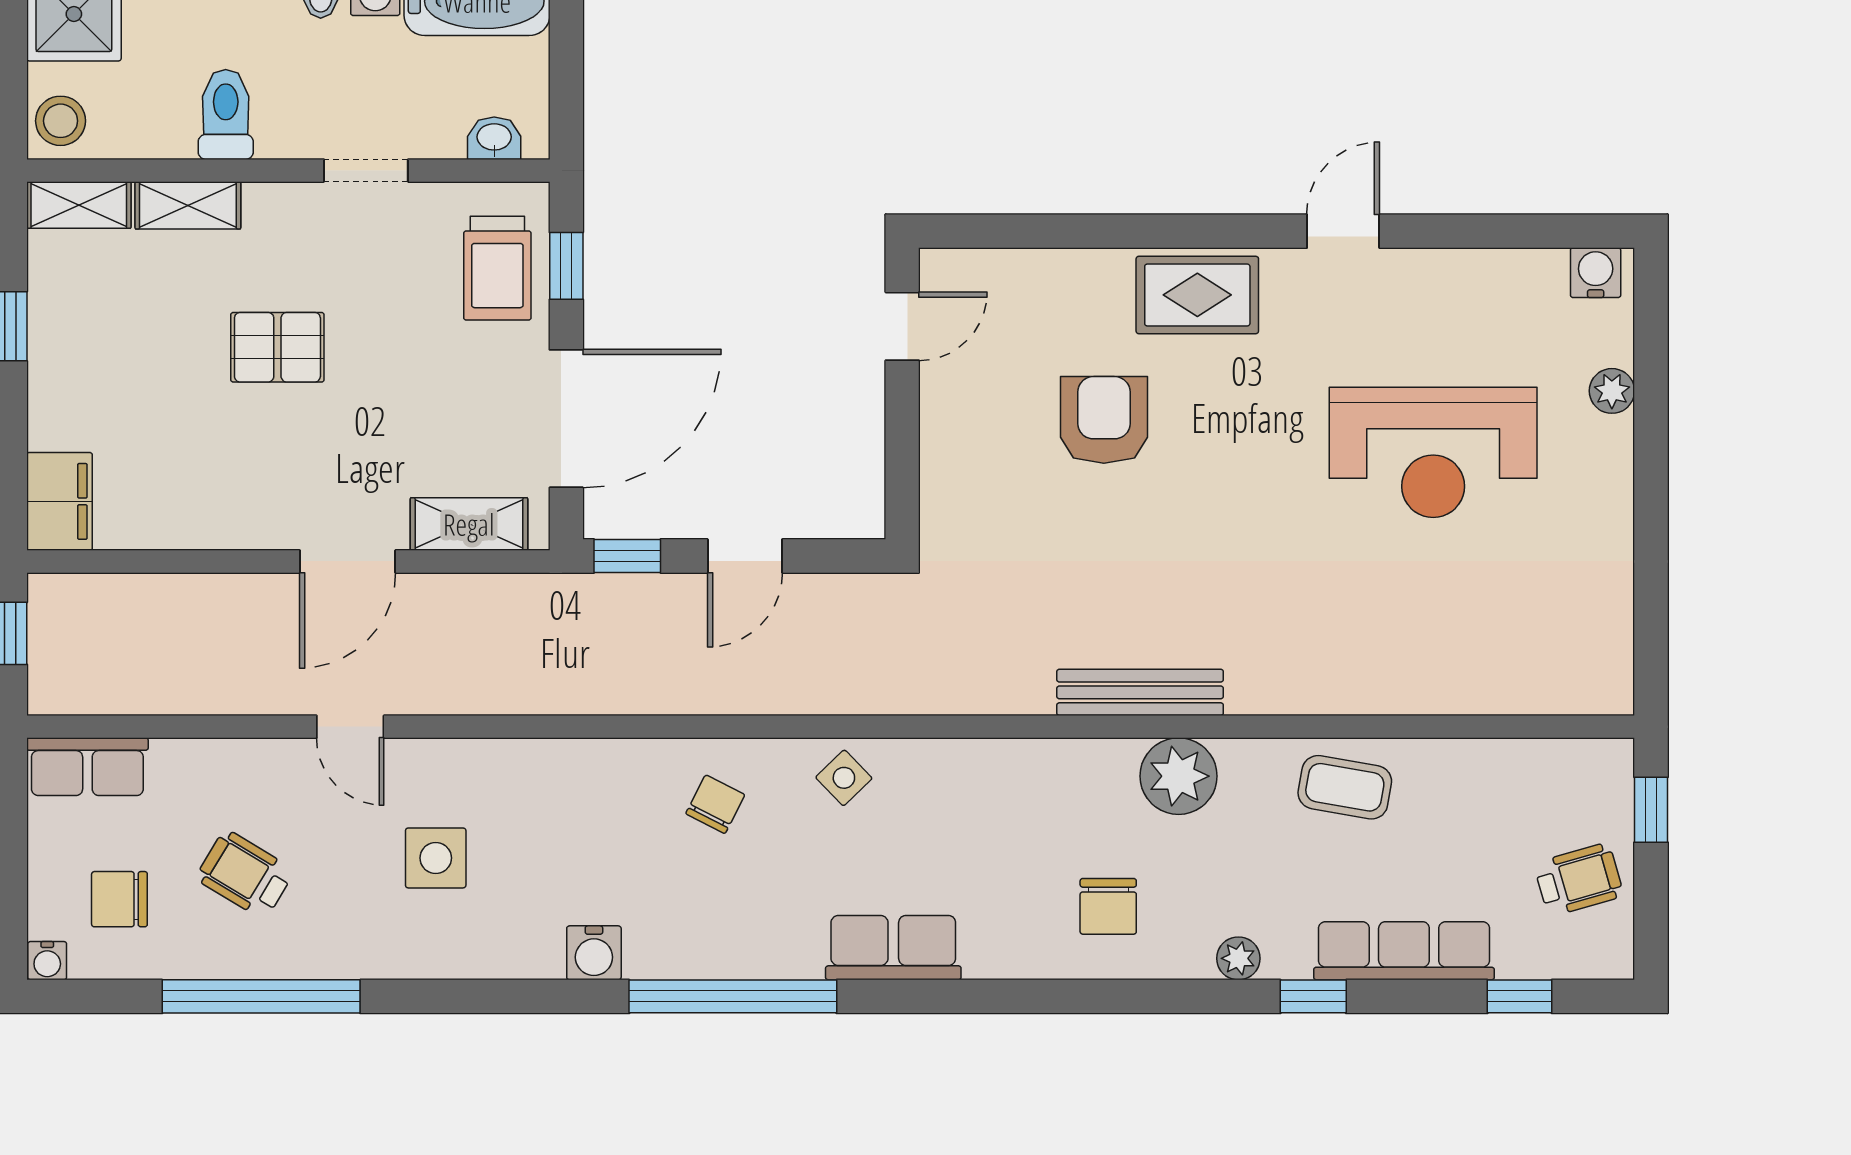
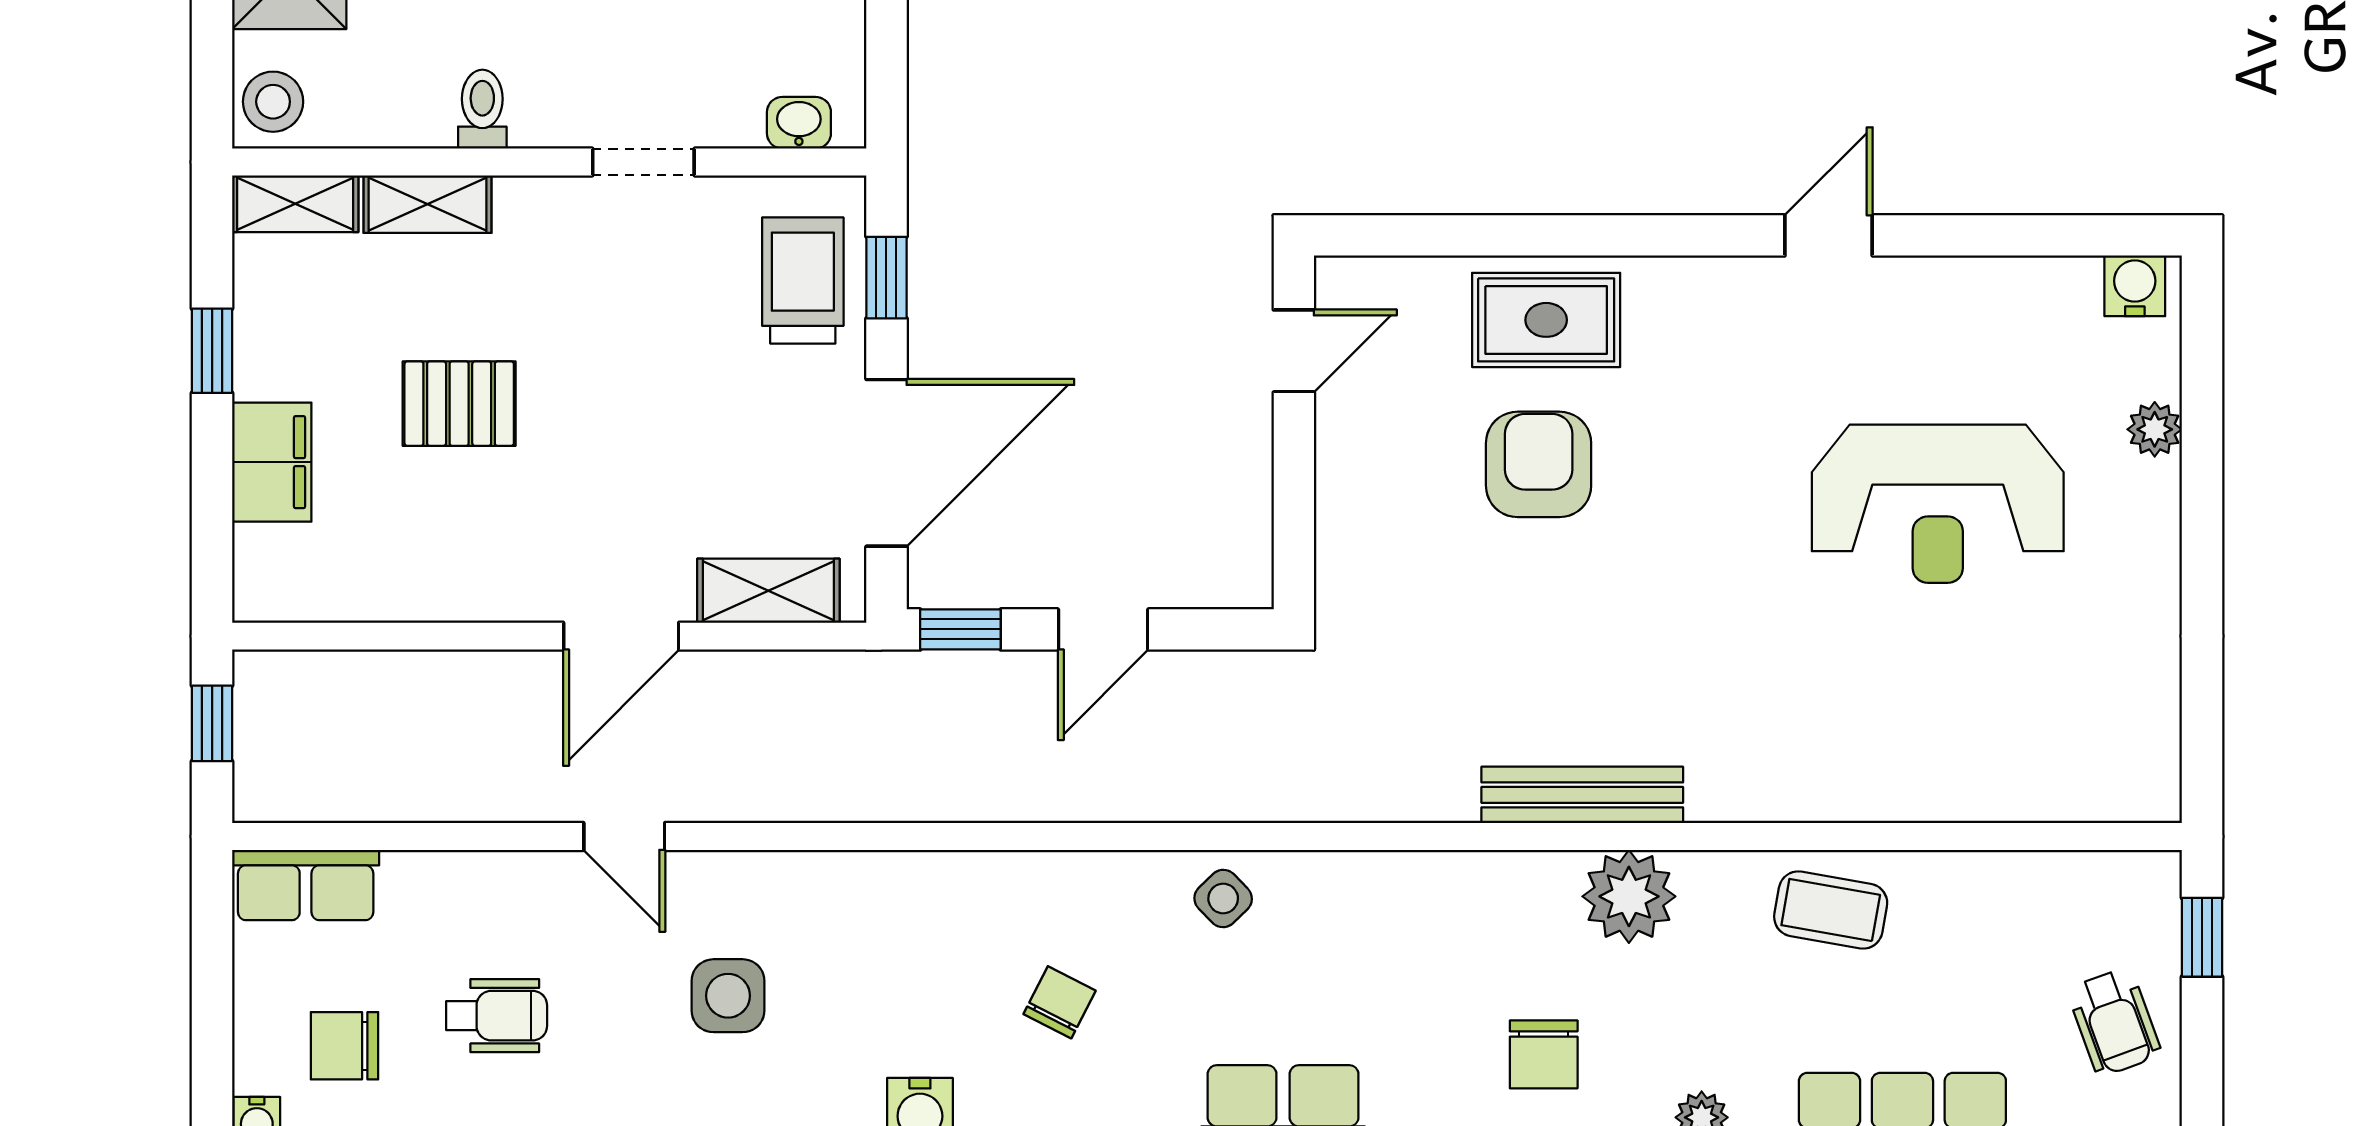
toilet: (226, 114) -> (482, 109), width x0.73, depth x0.72
trolley: (497, 268) -> (803, 280), turned 180
rug: (1197, 295) -> (1546, 320), moved
pallet: (277, 347) -> (459, 404), moved
filing cabinet: (59, 501) -> (272, 462), moved
chair: (715, 804) -> (1060, 1002), moved
wheelchair: (245, 874) -> (497, 1016), turned 149
wheelchair: (1579, 880) -> (2114, 1022), turned 86

